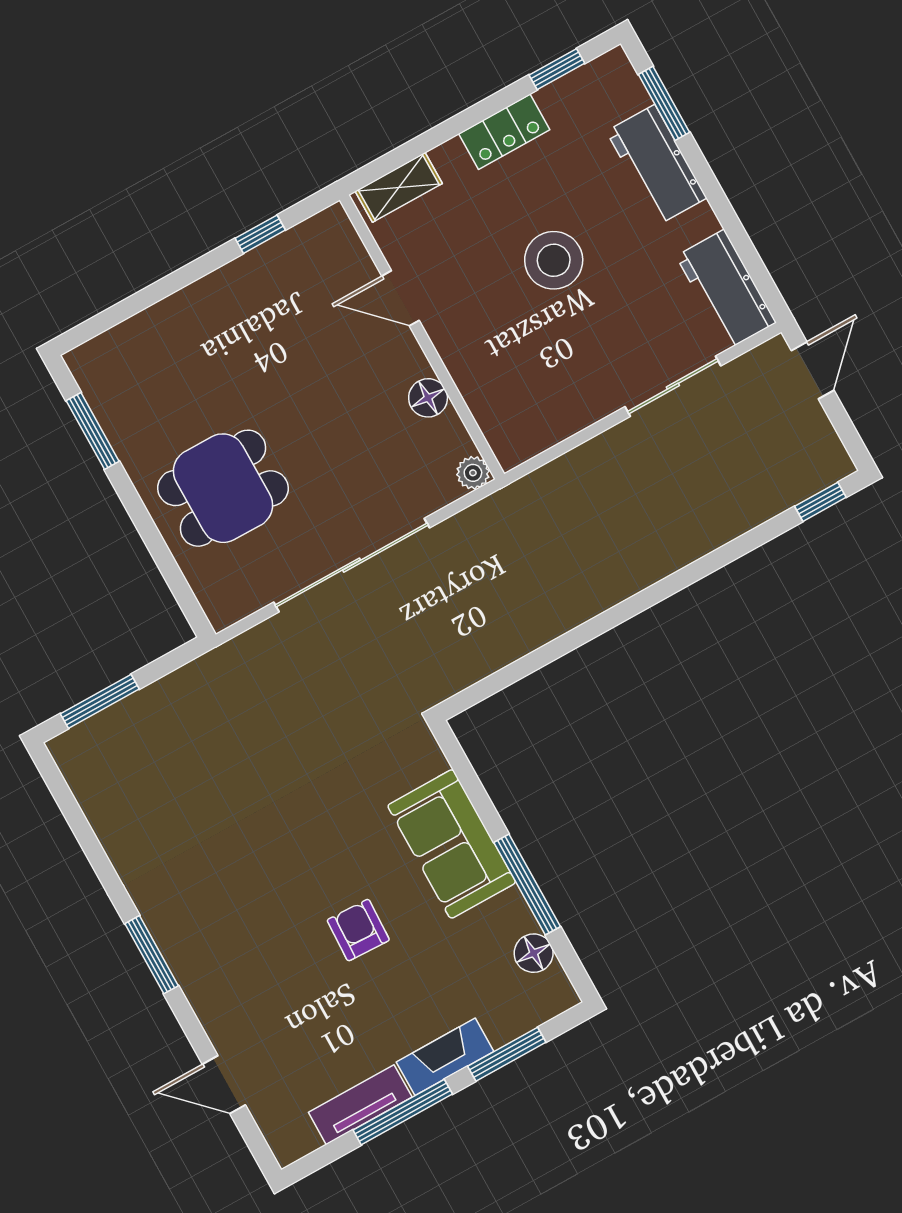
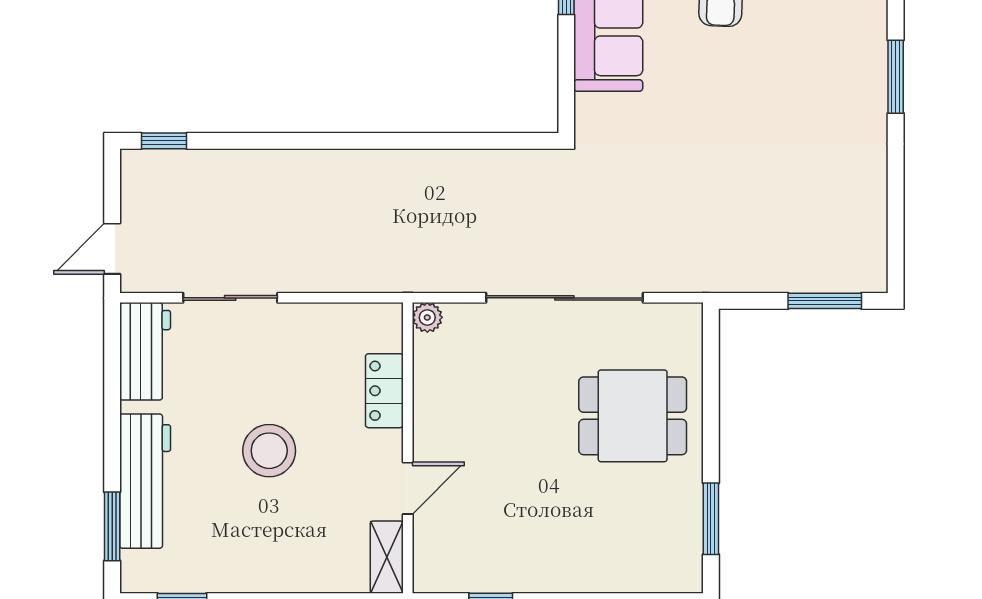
locker: (504, 132) -> (384, 391), moved, turned -90
workbench: (657, 165) -> (145, 481), width x1.37
shelving: (399, 187) -> (387, 557), moved, turned 90
door: (400, 298) -> (408, 488), hinge flipped
floor lamp: (428, 398) -> (430, 397), removed

